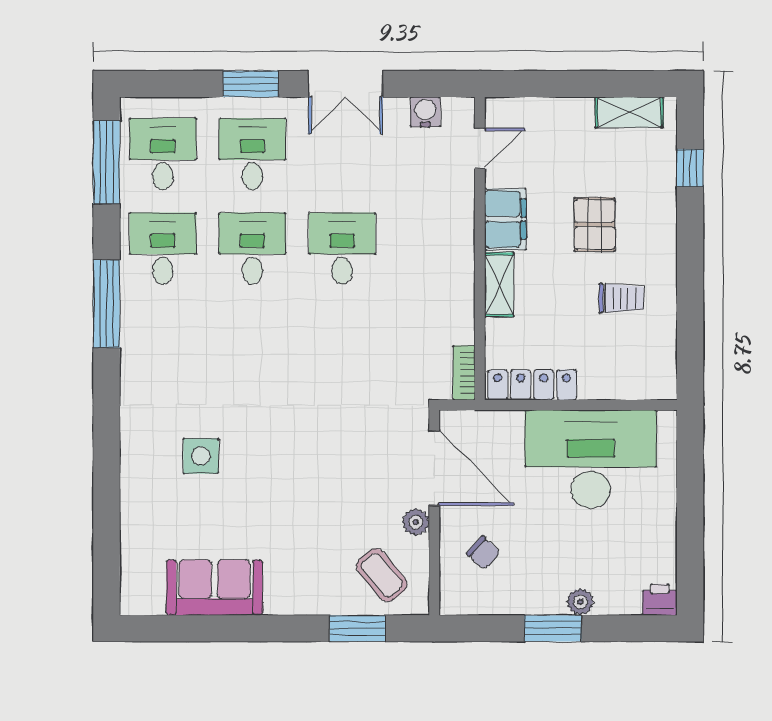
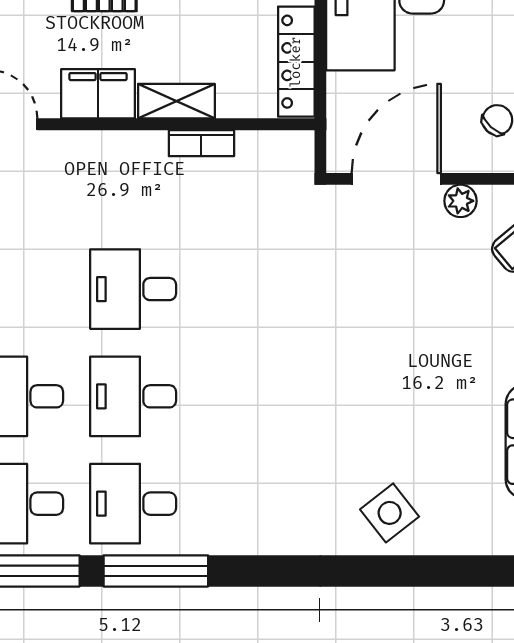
window: (107, 304) -> (156, 571), moved
bookcase: (464, 373) -> (201, 143), moved
side table: (201, 456) -> (390, 513), moved, turned -38

